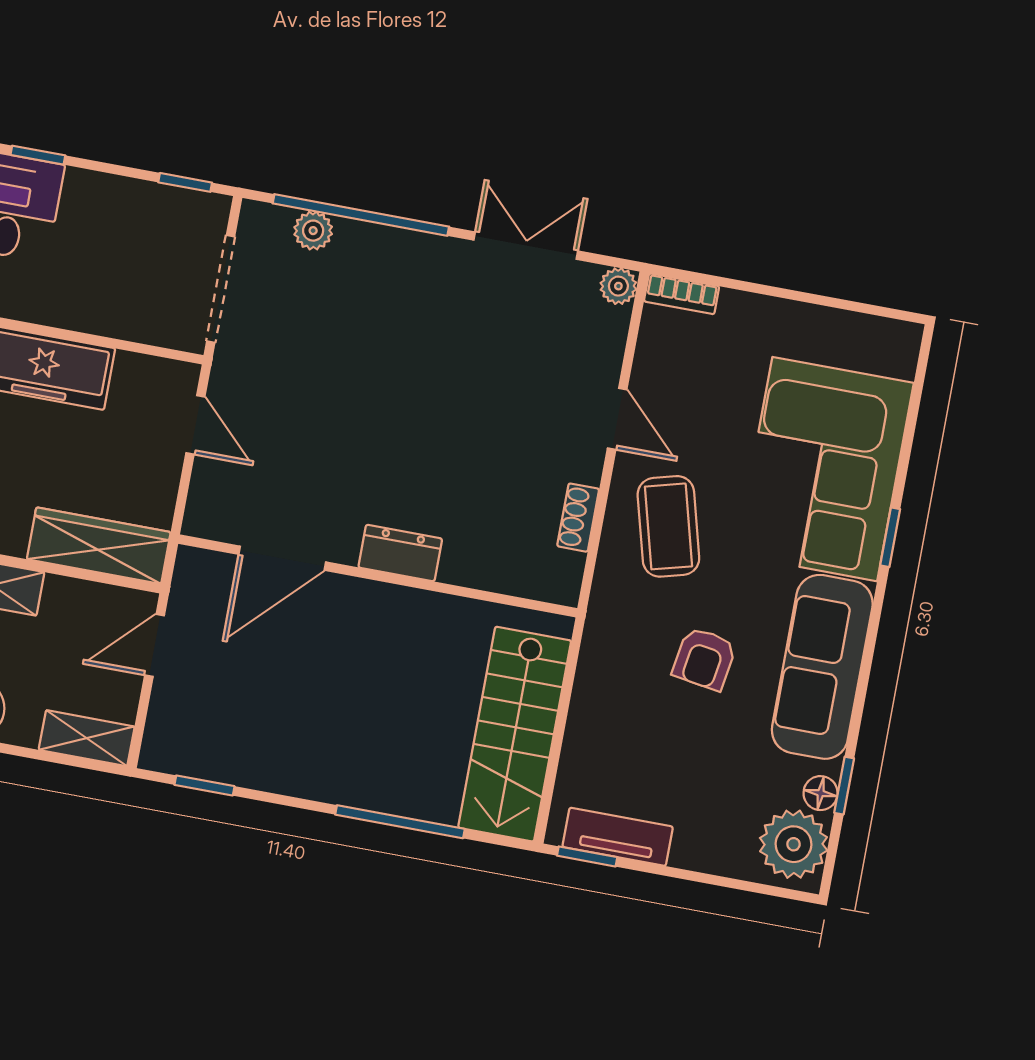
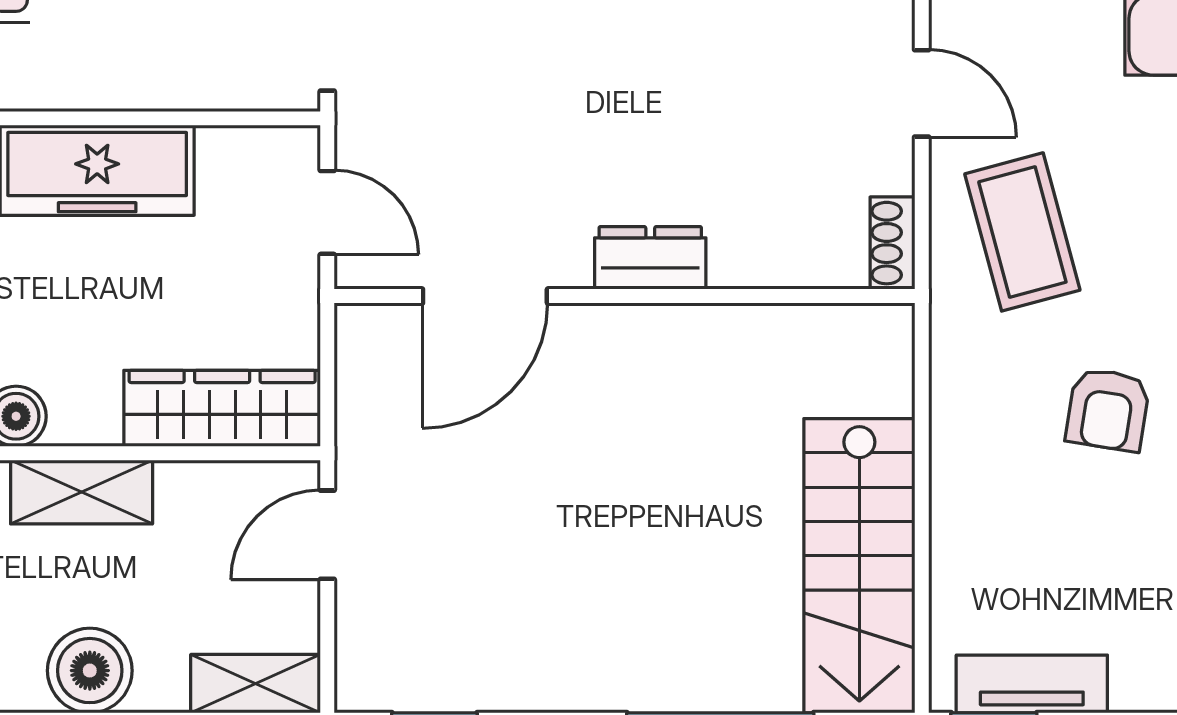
dresser: (400, 553) -> (650, 258), moved
door: (282, 558) -> (485, 296), moved
wall: (378, 576) -> (624, 296), moved

